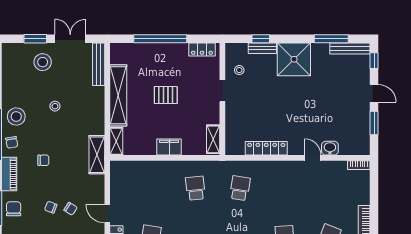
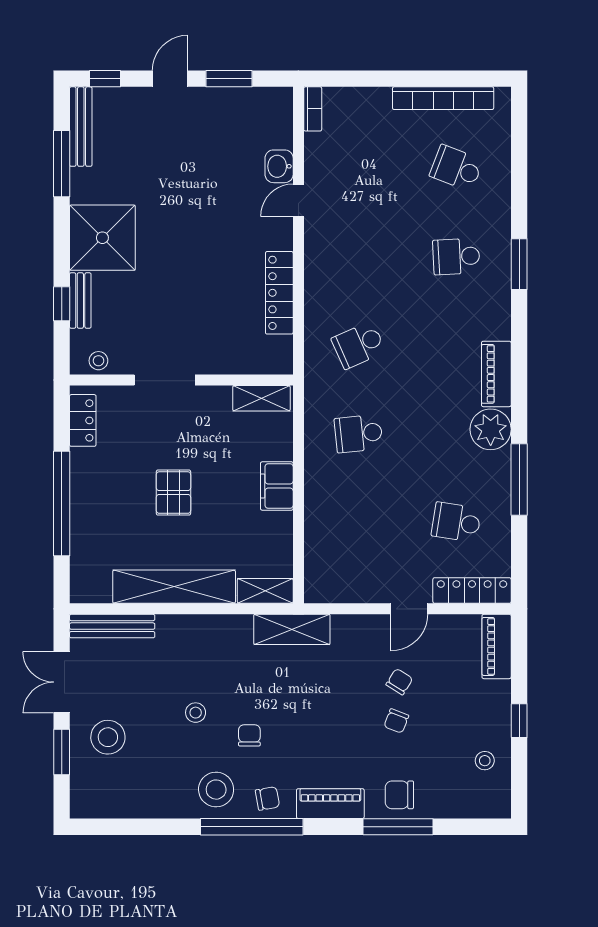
stool: (239, 70) -> (98, 361), moved
doorway: (222, 91) -> (165, 380), width x1.38
chair: (43, 160) -> (249, 735), moved
school desk: (240, 188) -> (359, 345), turned -33

